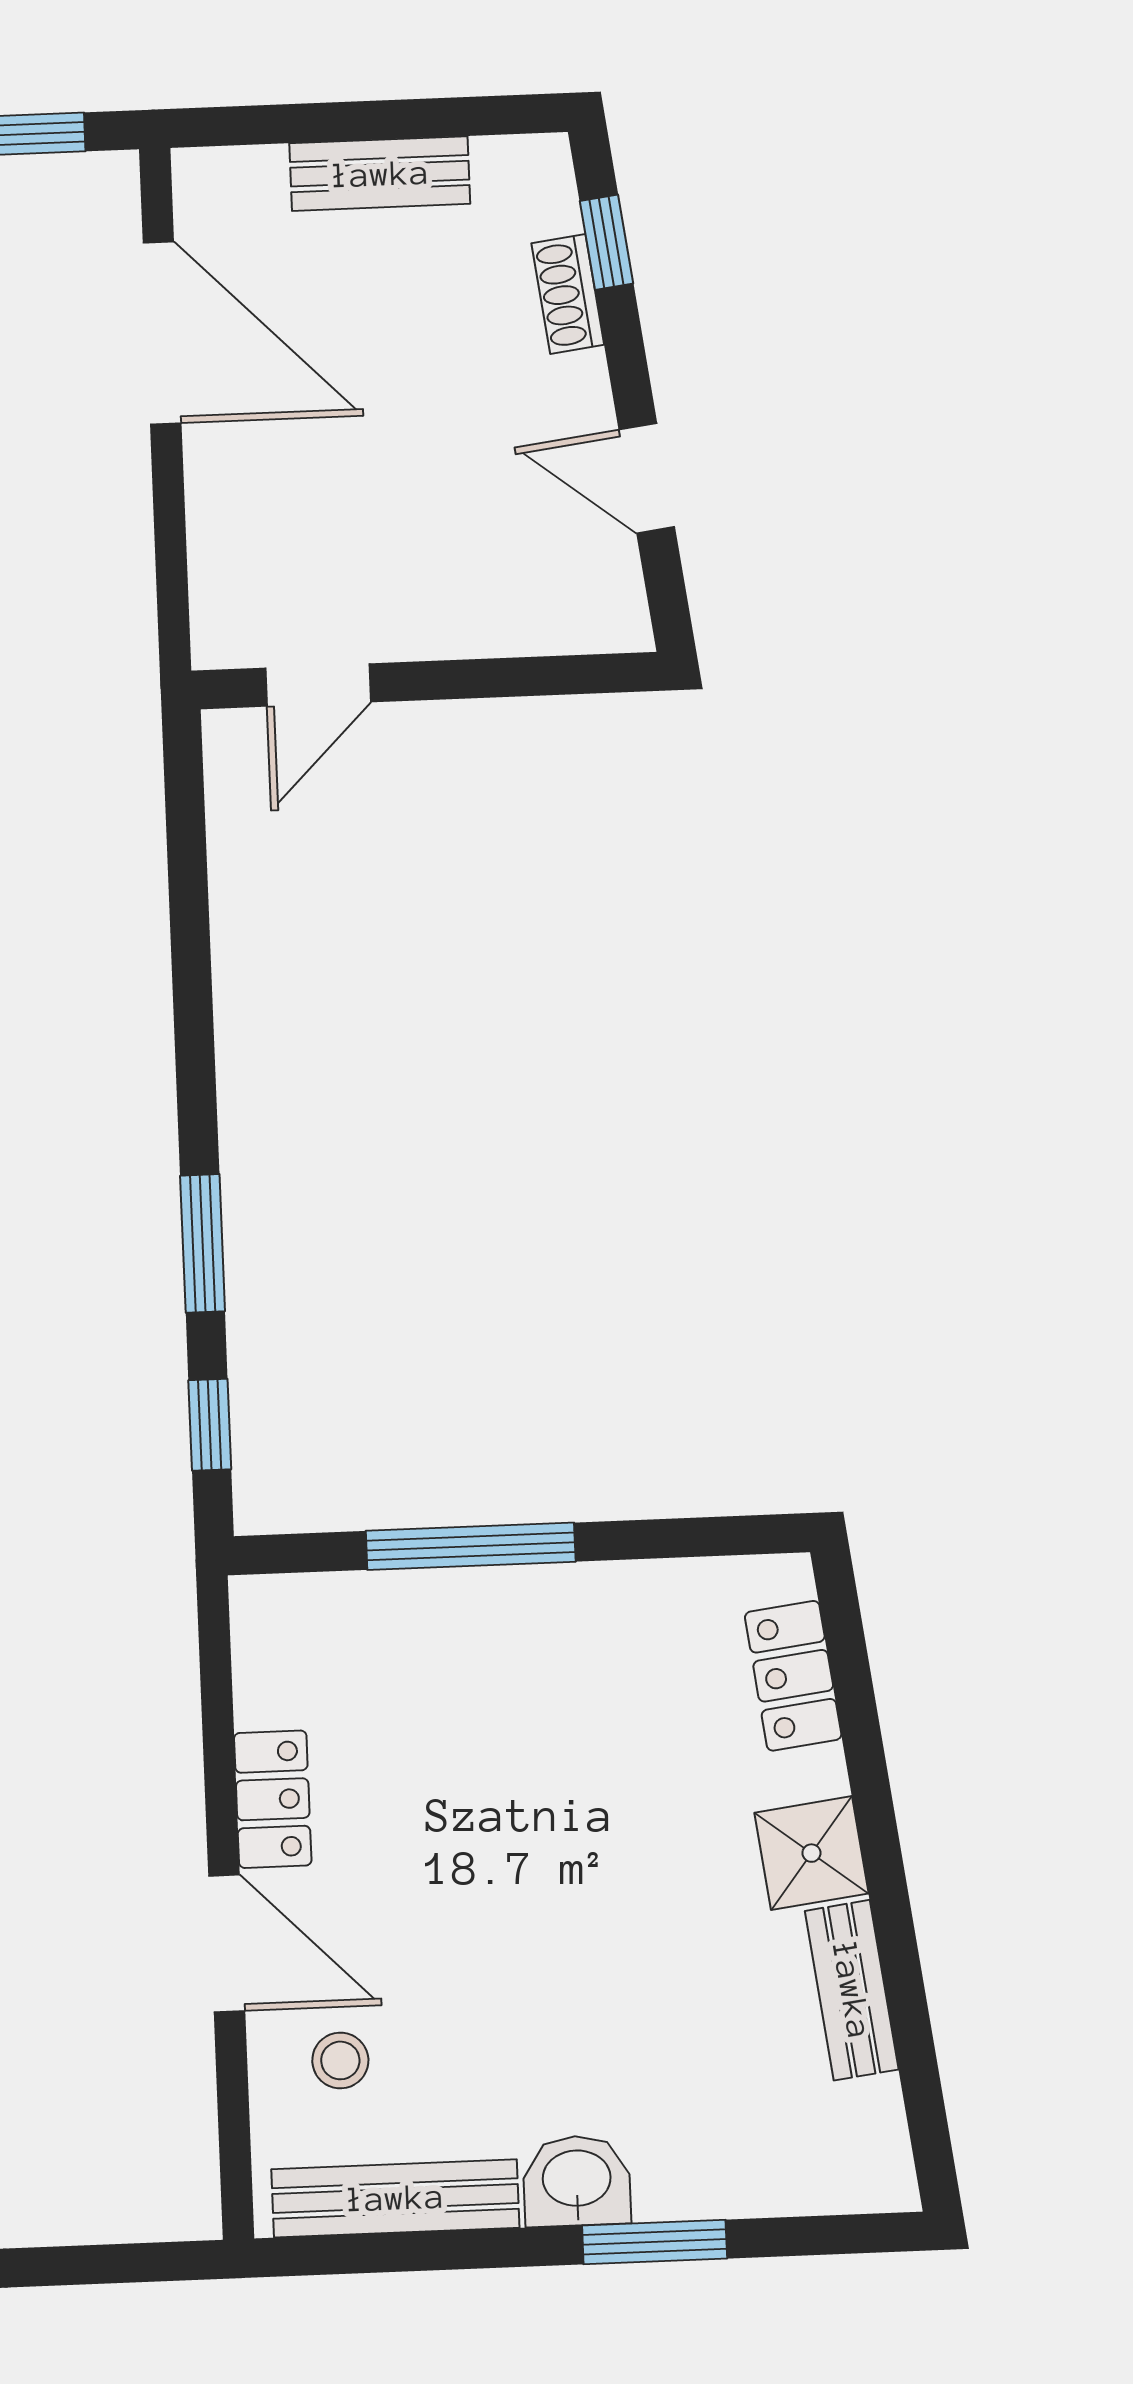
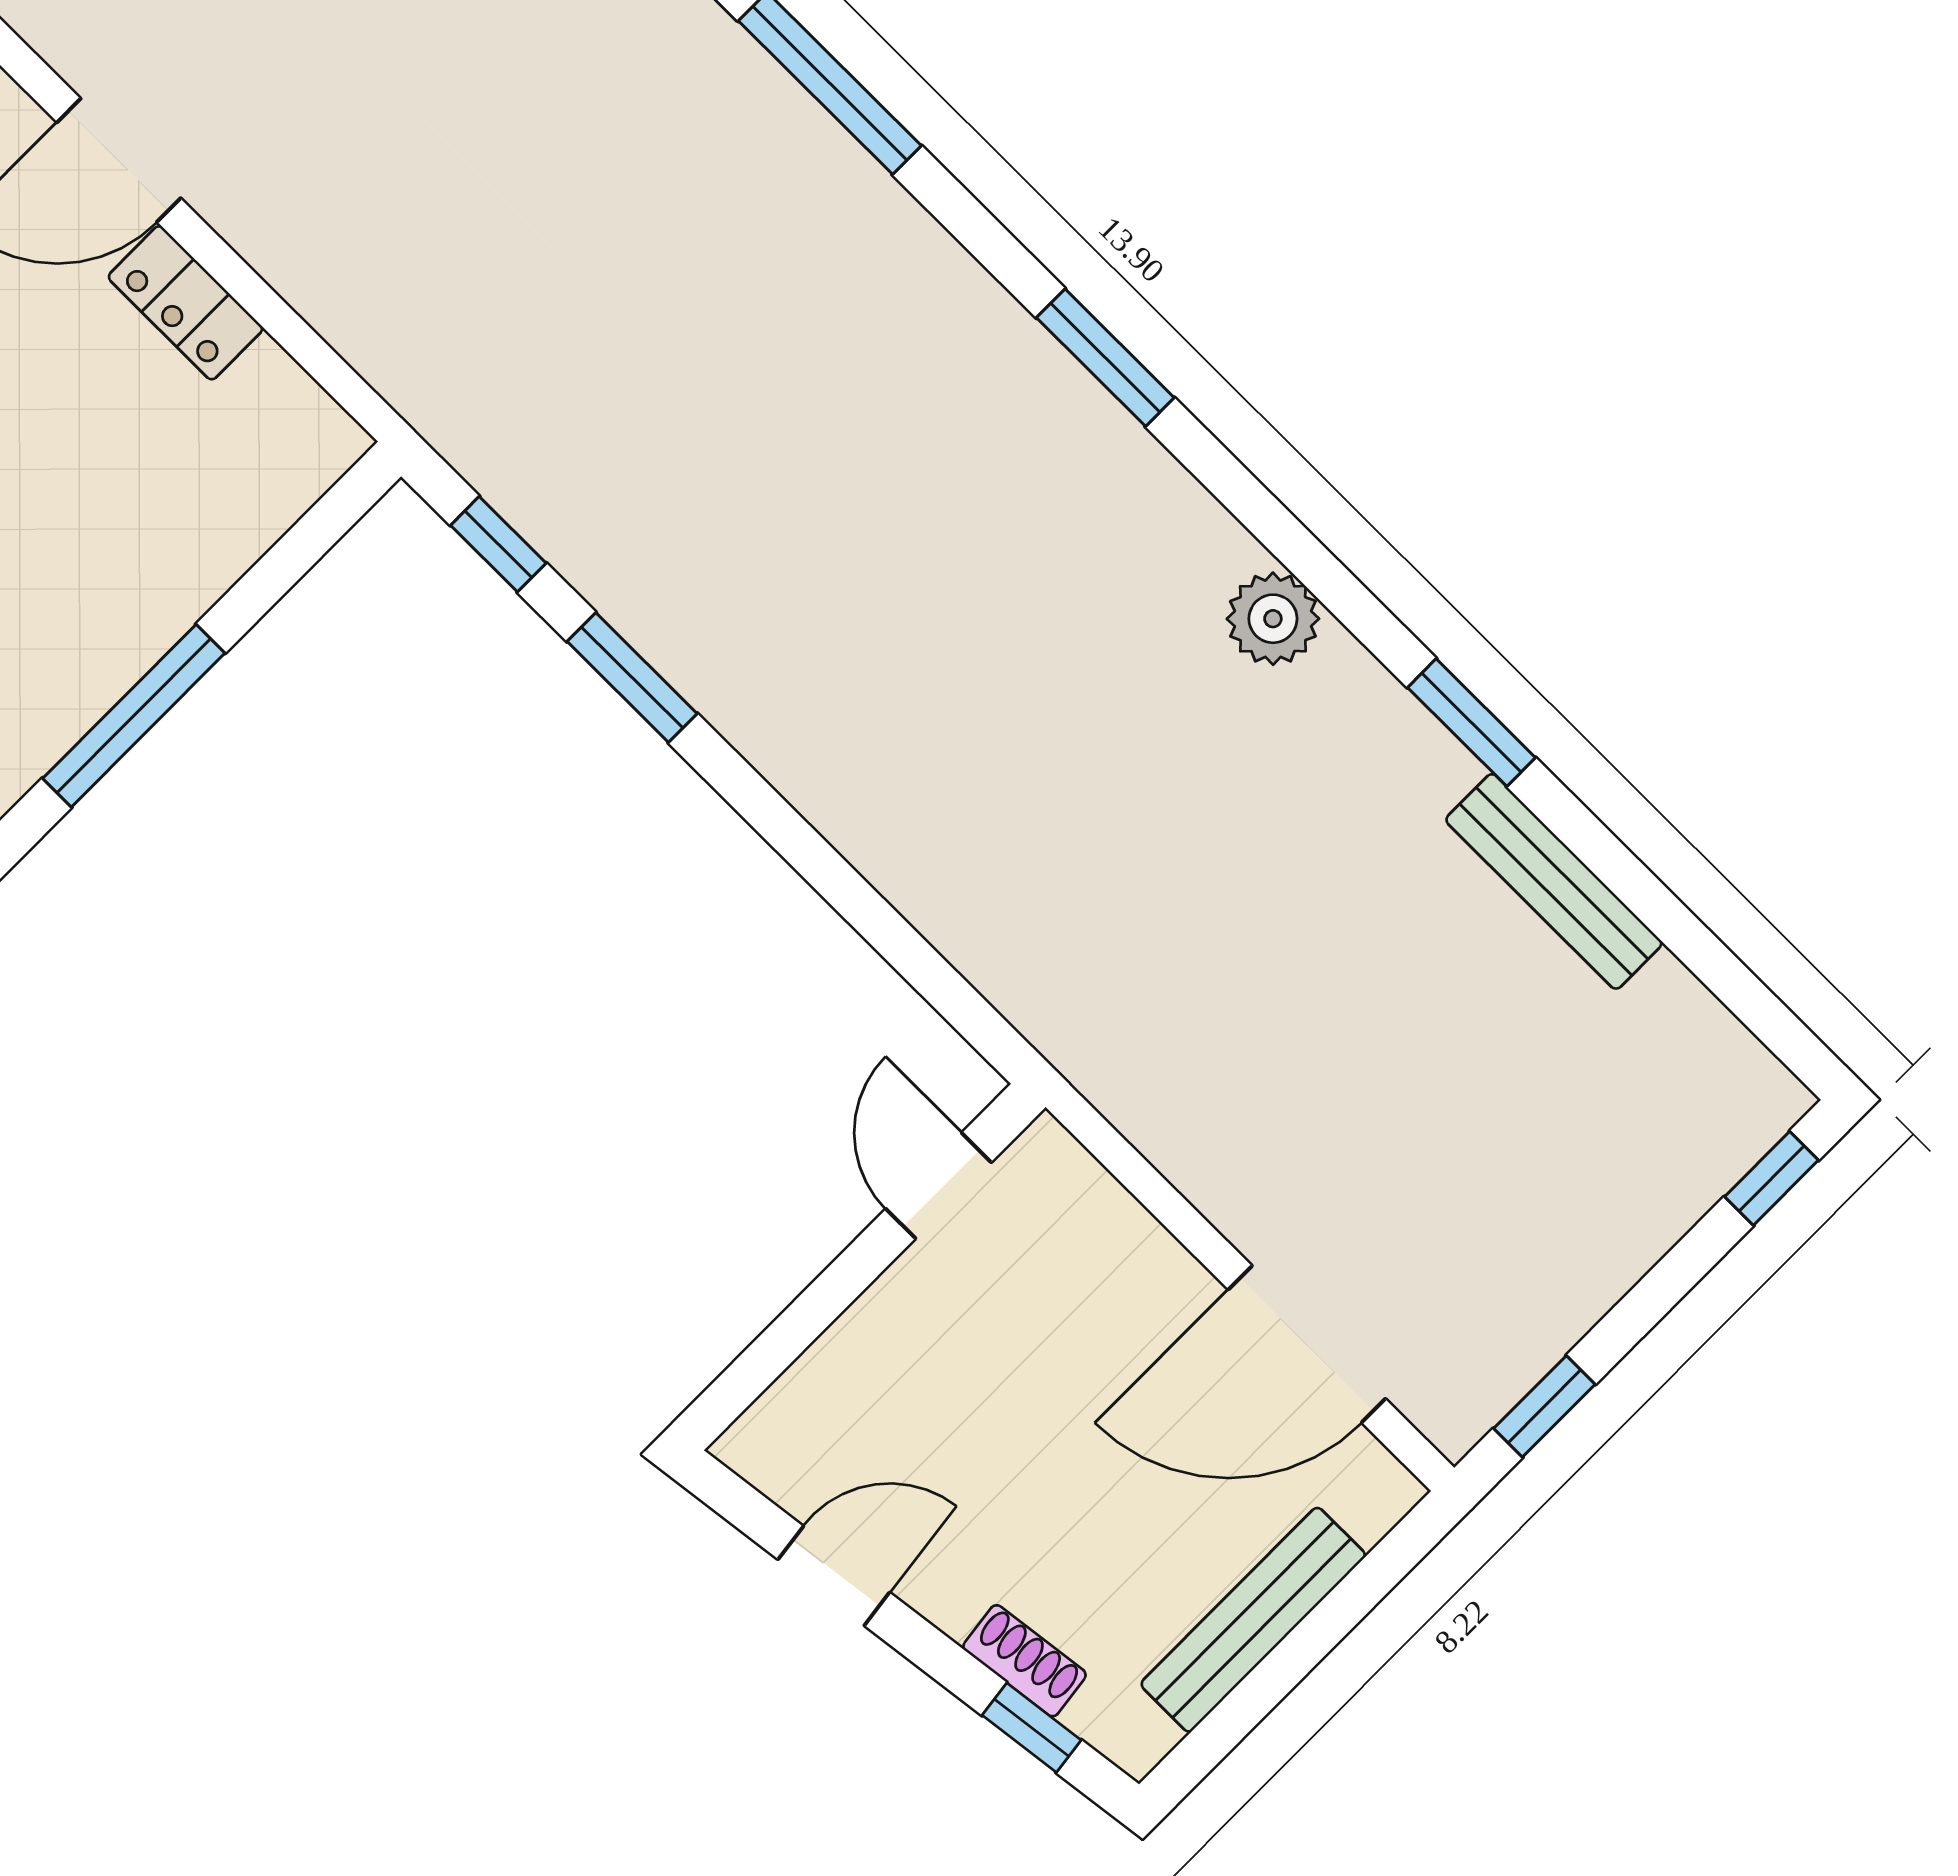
bench: (380, 174) -> (1253, 1620), width x1.36
window: (471, 1546) -> (134, 716), moved

